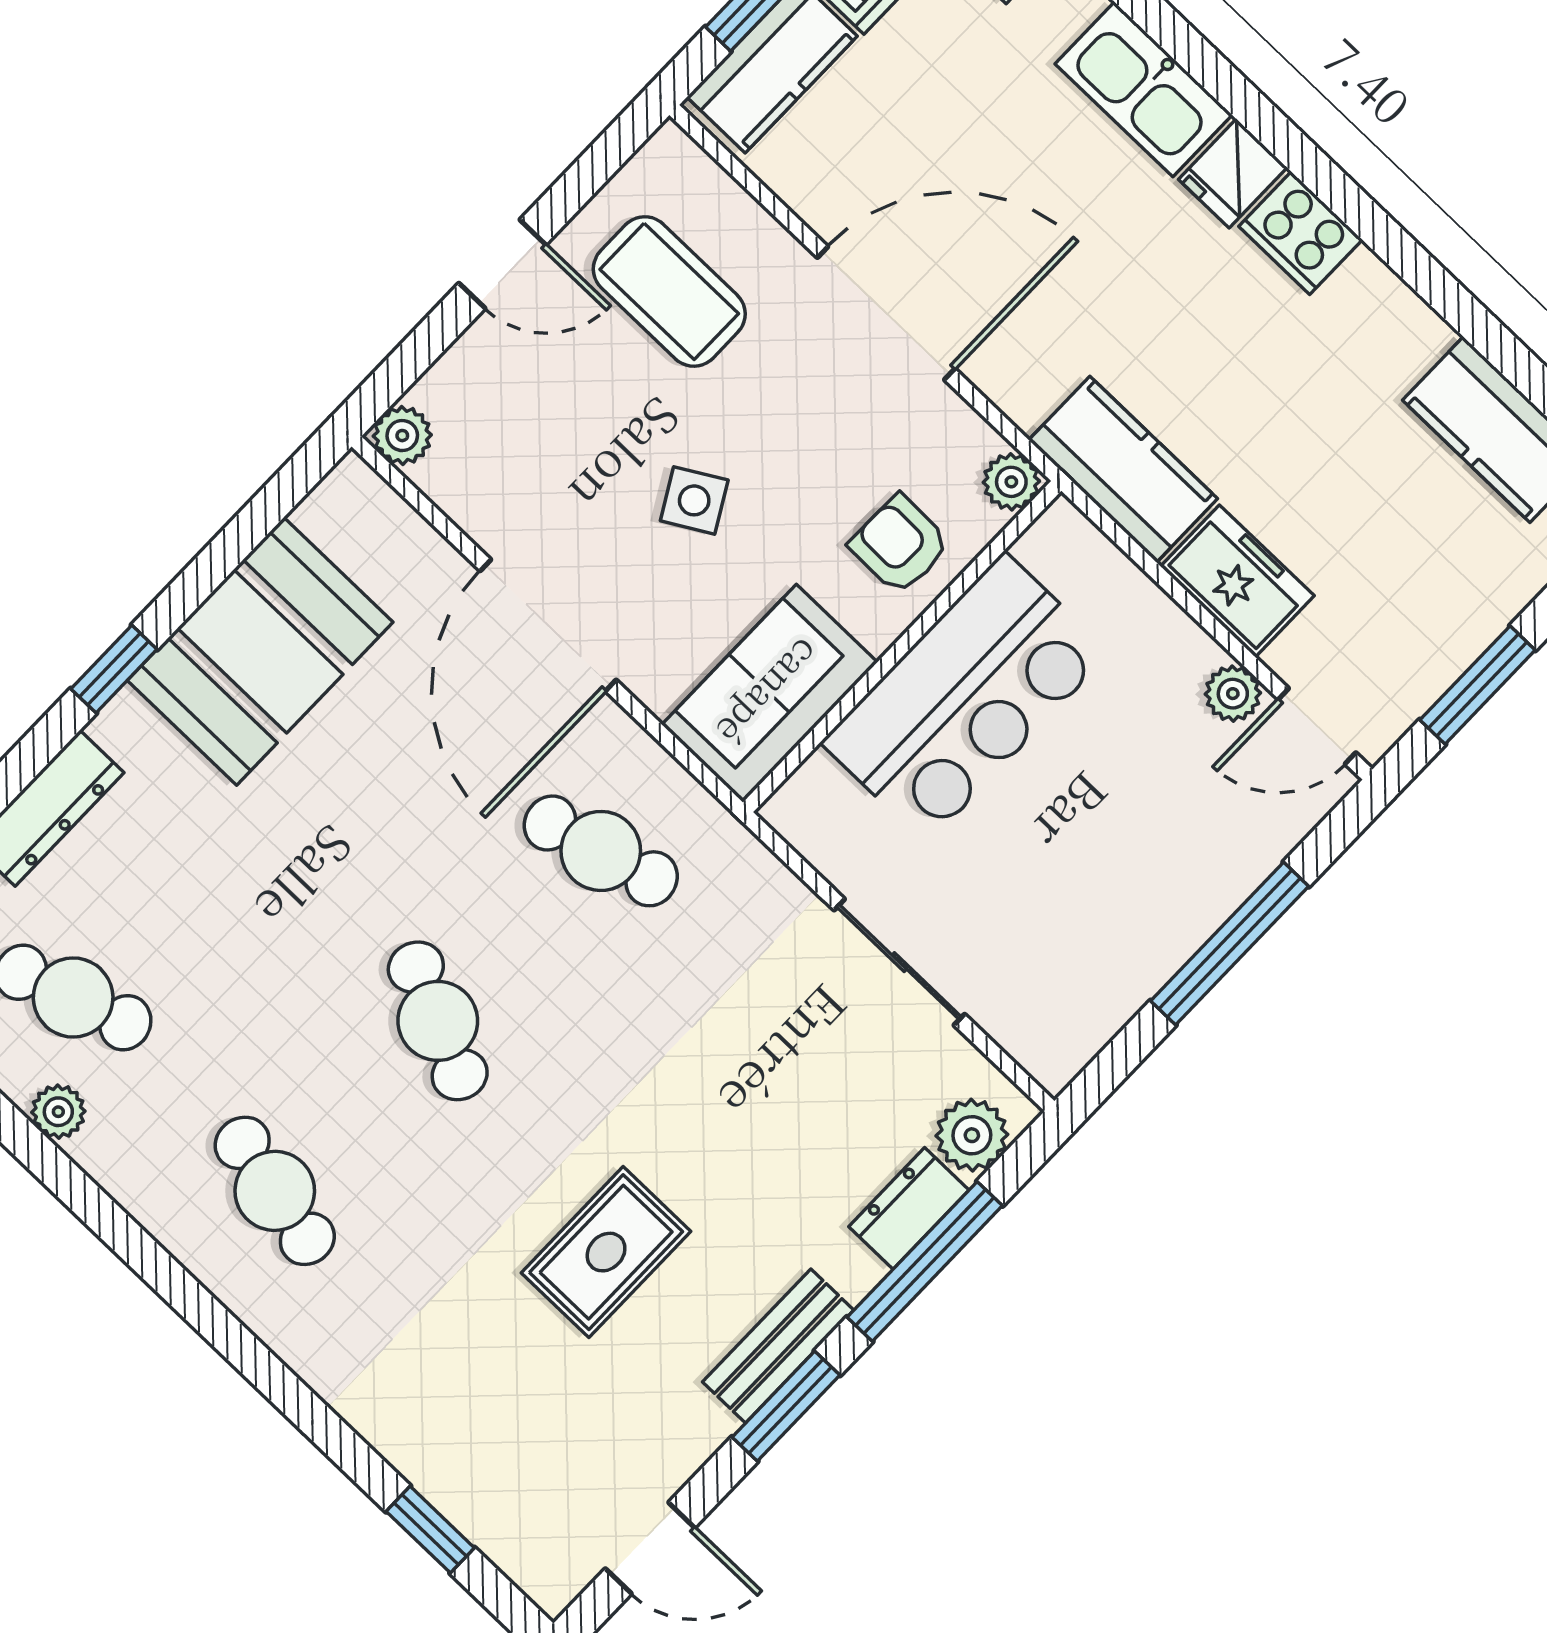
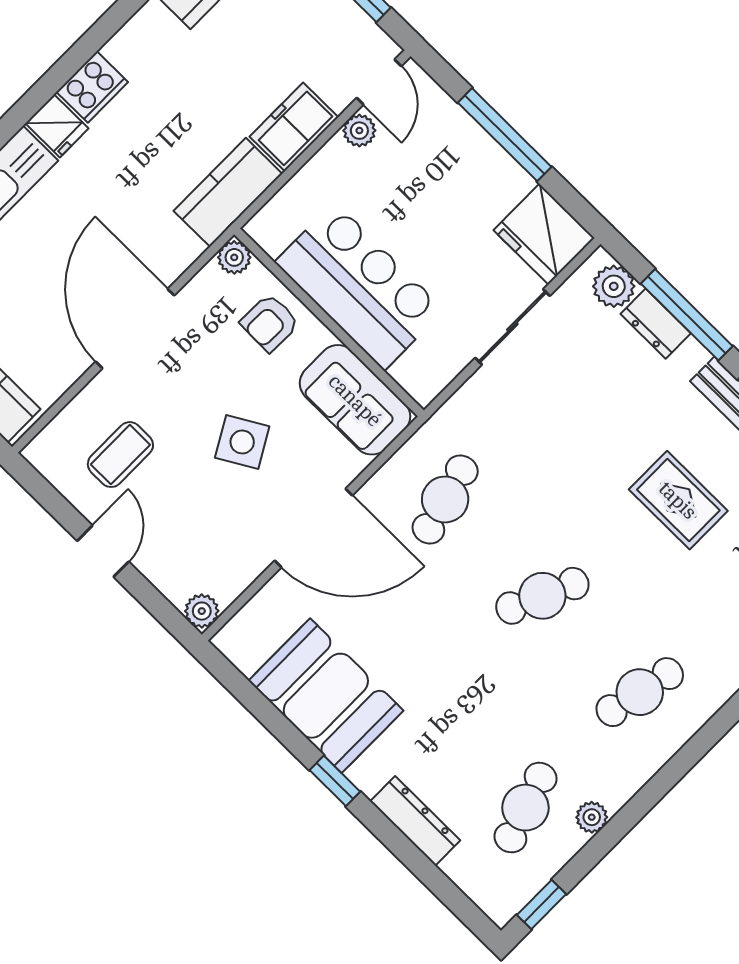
coffee table: (669, 291) -> (120, 455), width x0.73, depth x0.77
side table: (694, 500) -> (242, 442), width x1.37, depth x1.37
fridge: (1060, 1014) -> (544, 234), added

